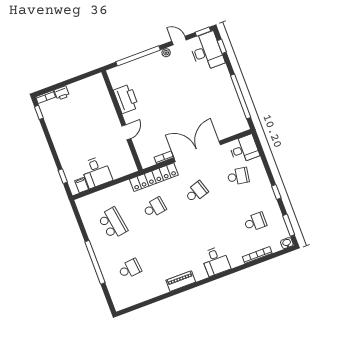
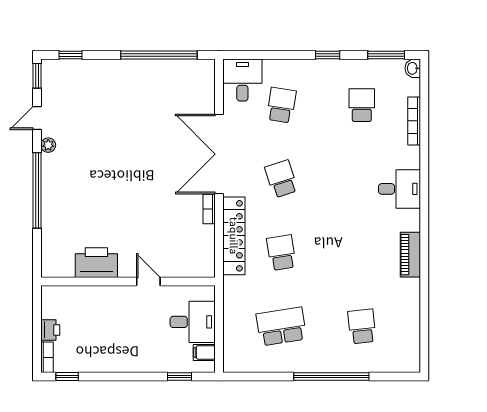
desk: (207, 51) -> (70, 81), removed
printer: (126, 99) -> (96, 263), moved
wall: (122, 121) -> (128, 282), moved
door: (126, 132) -> (148, 282), moved

